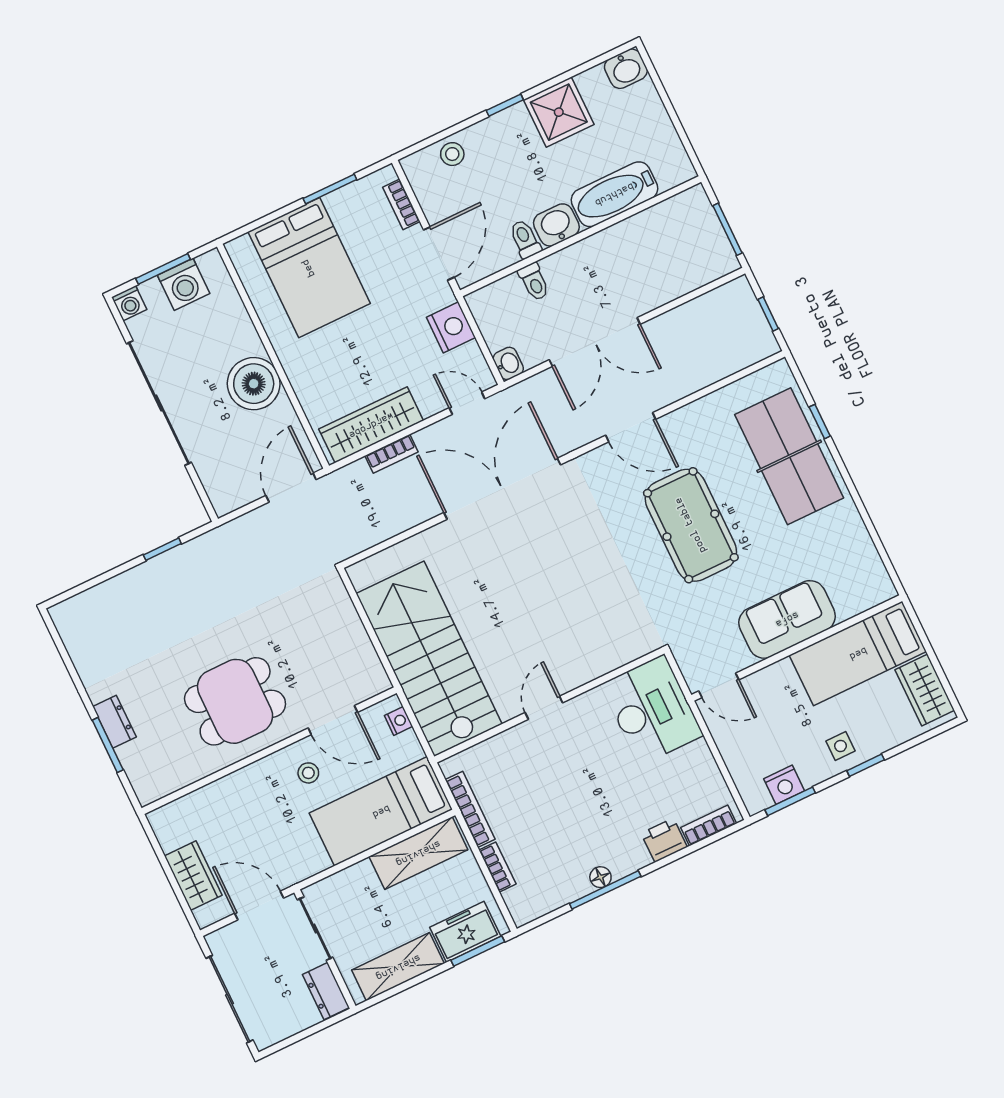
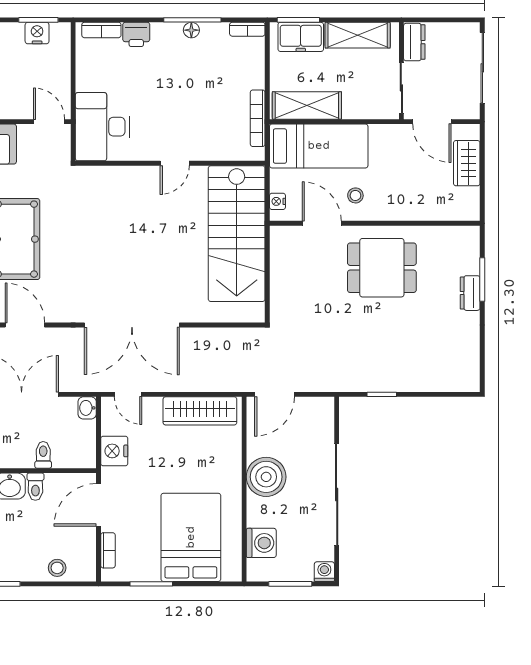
washing machine: (184, 284) -> (261, 543), moved, turned 90
bookcase: (392, 454) -> (196, 385), removed
bookcase: (497, 867) -> (247, 29), moved, turned -90

